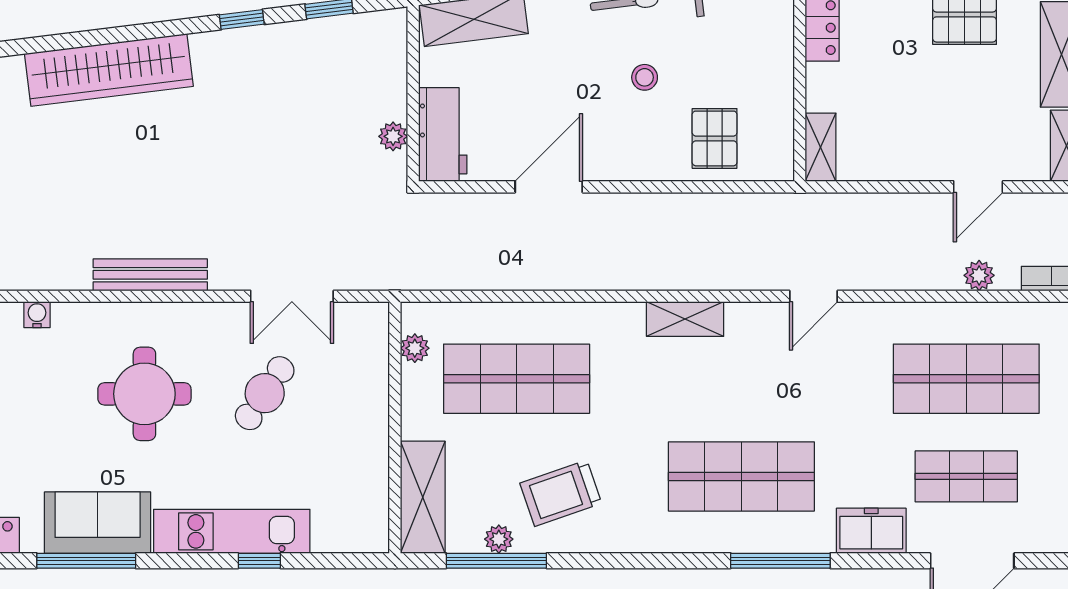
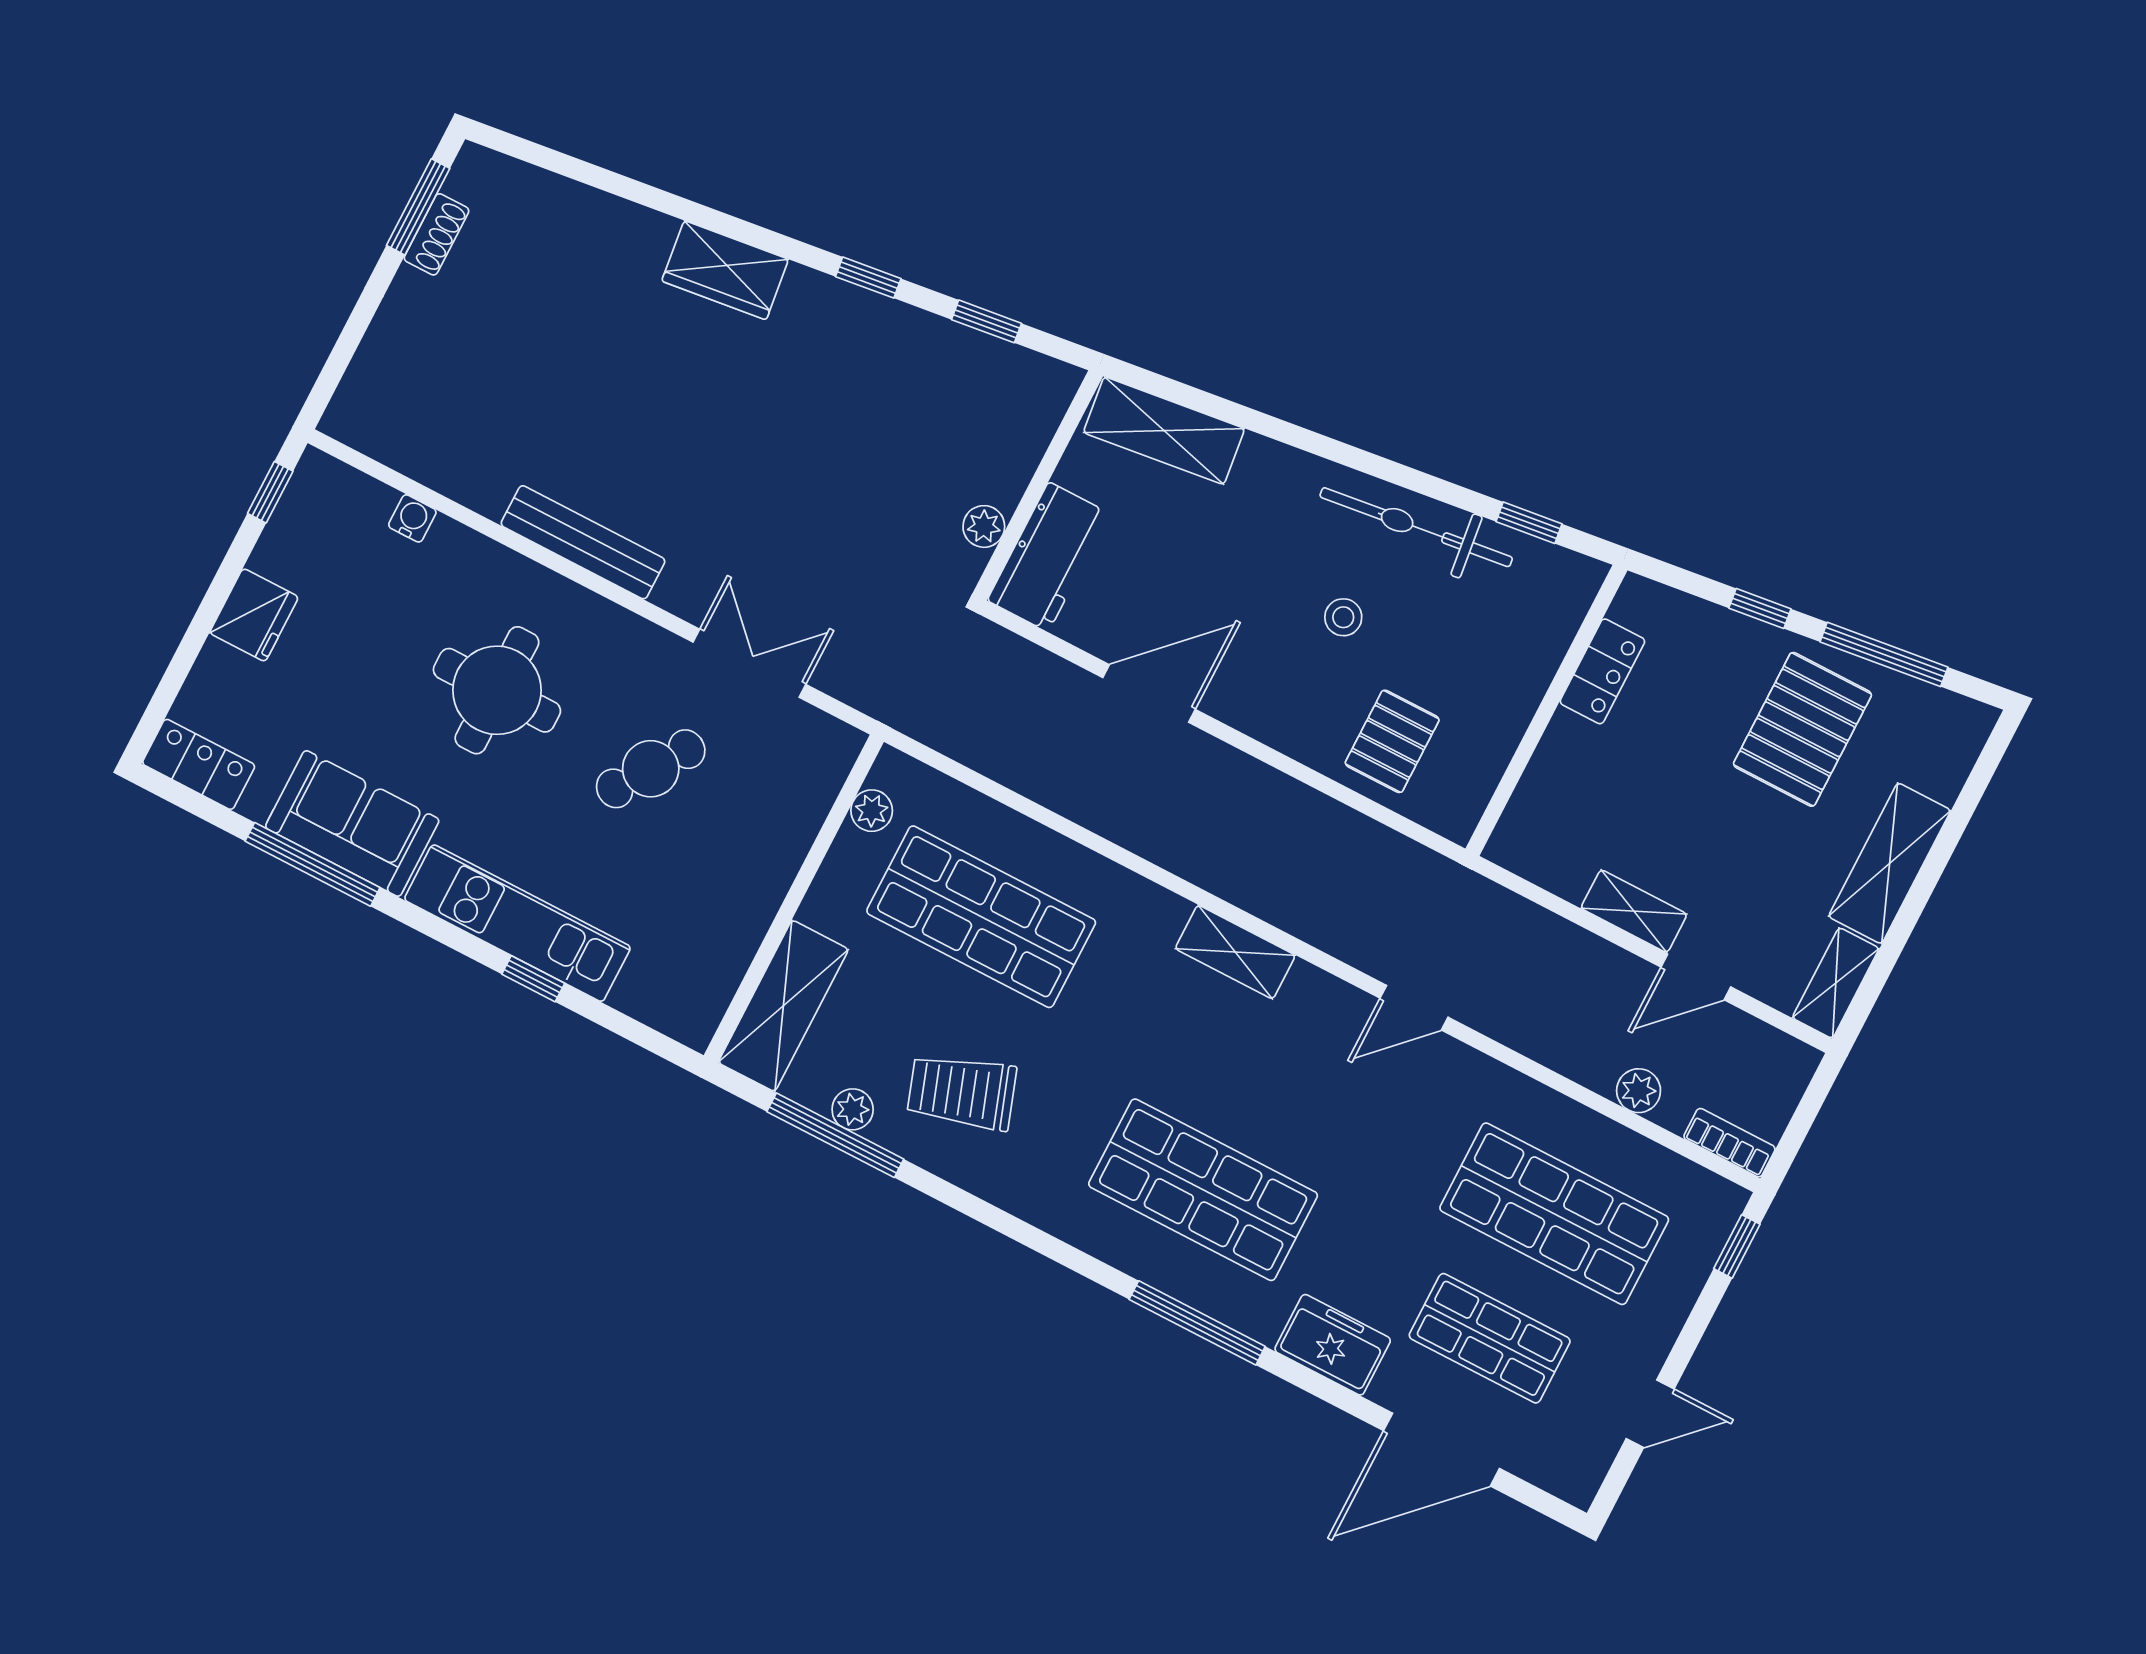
wardrobe: (109, 70) -> (725, 270), width x0.48, depth x0.85
shelving: (821, 147) -> (1634, 911), moved, turned 90
double door: (292, 296) -> (749, 663), swing flipped

